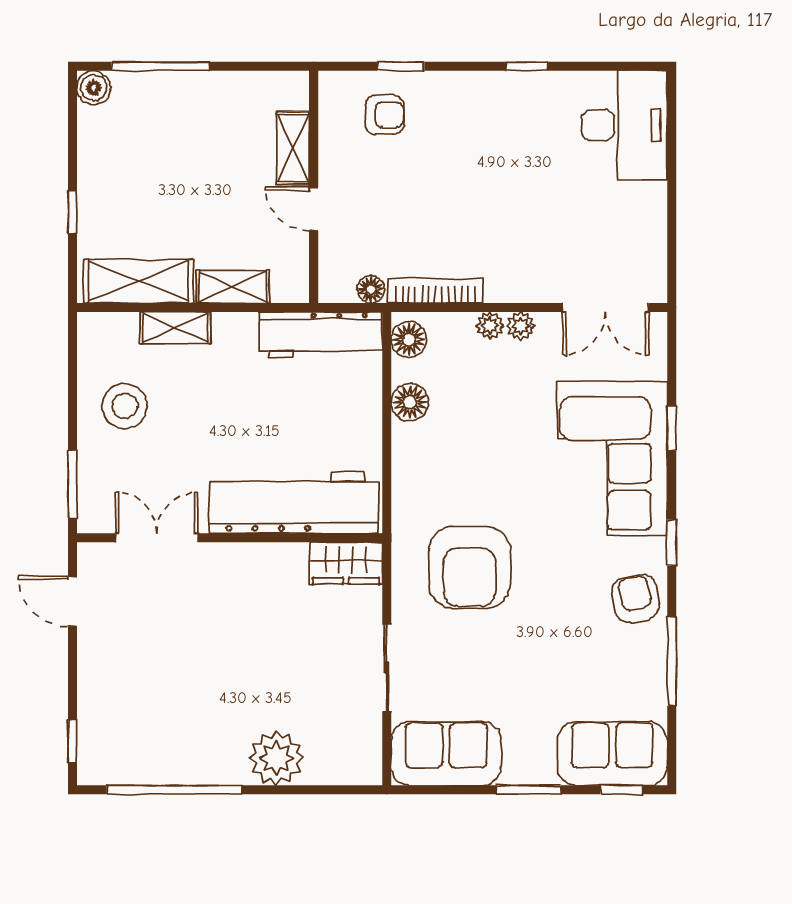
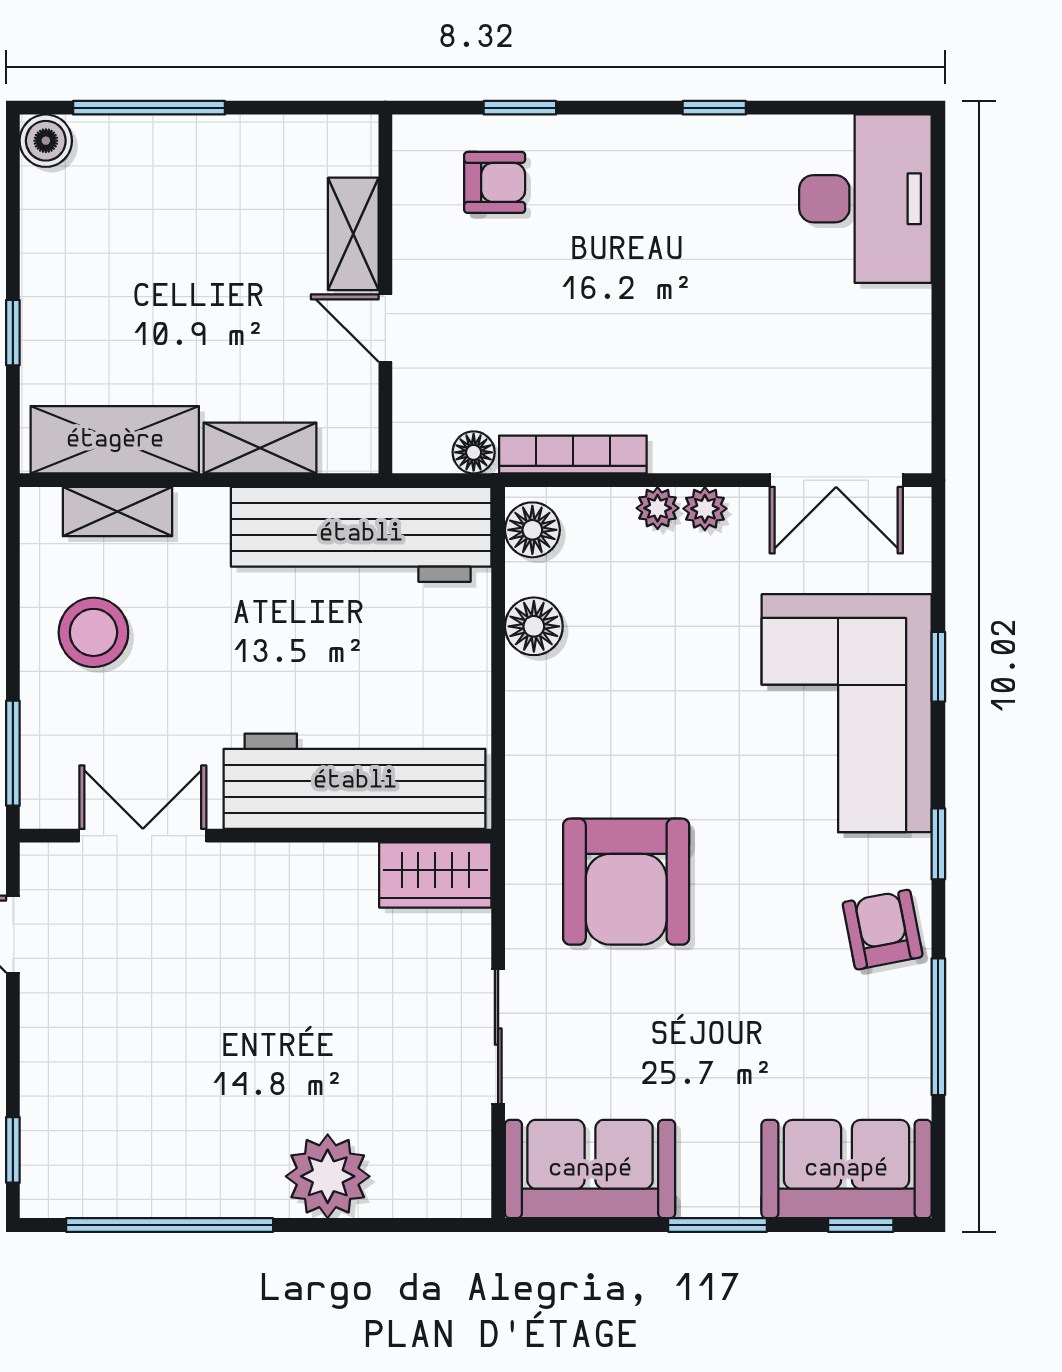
shelving: (175, 328) -> (117, 512), moved
workbench: (320, 335) -> (361, 534), width x1.36, depth x1.32

